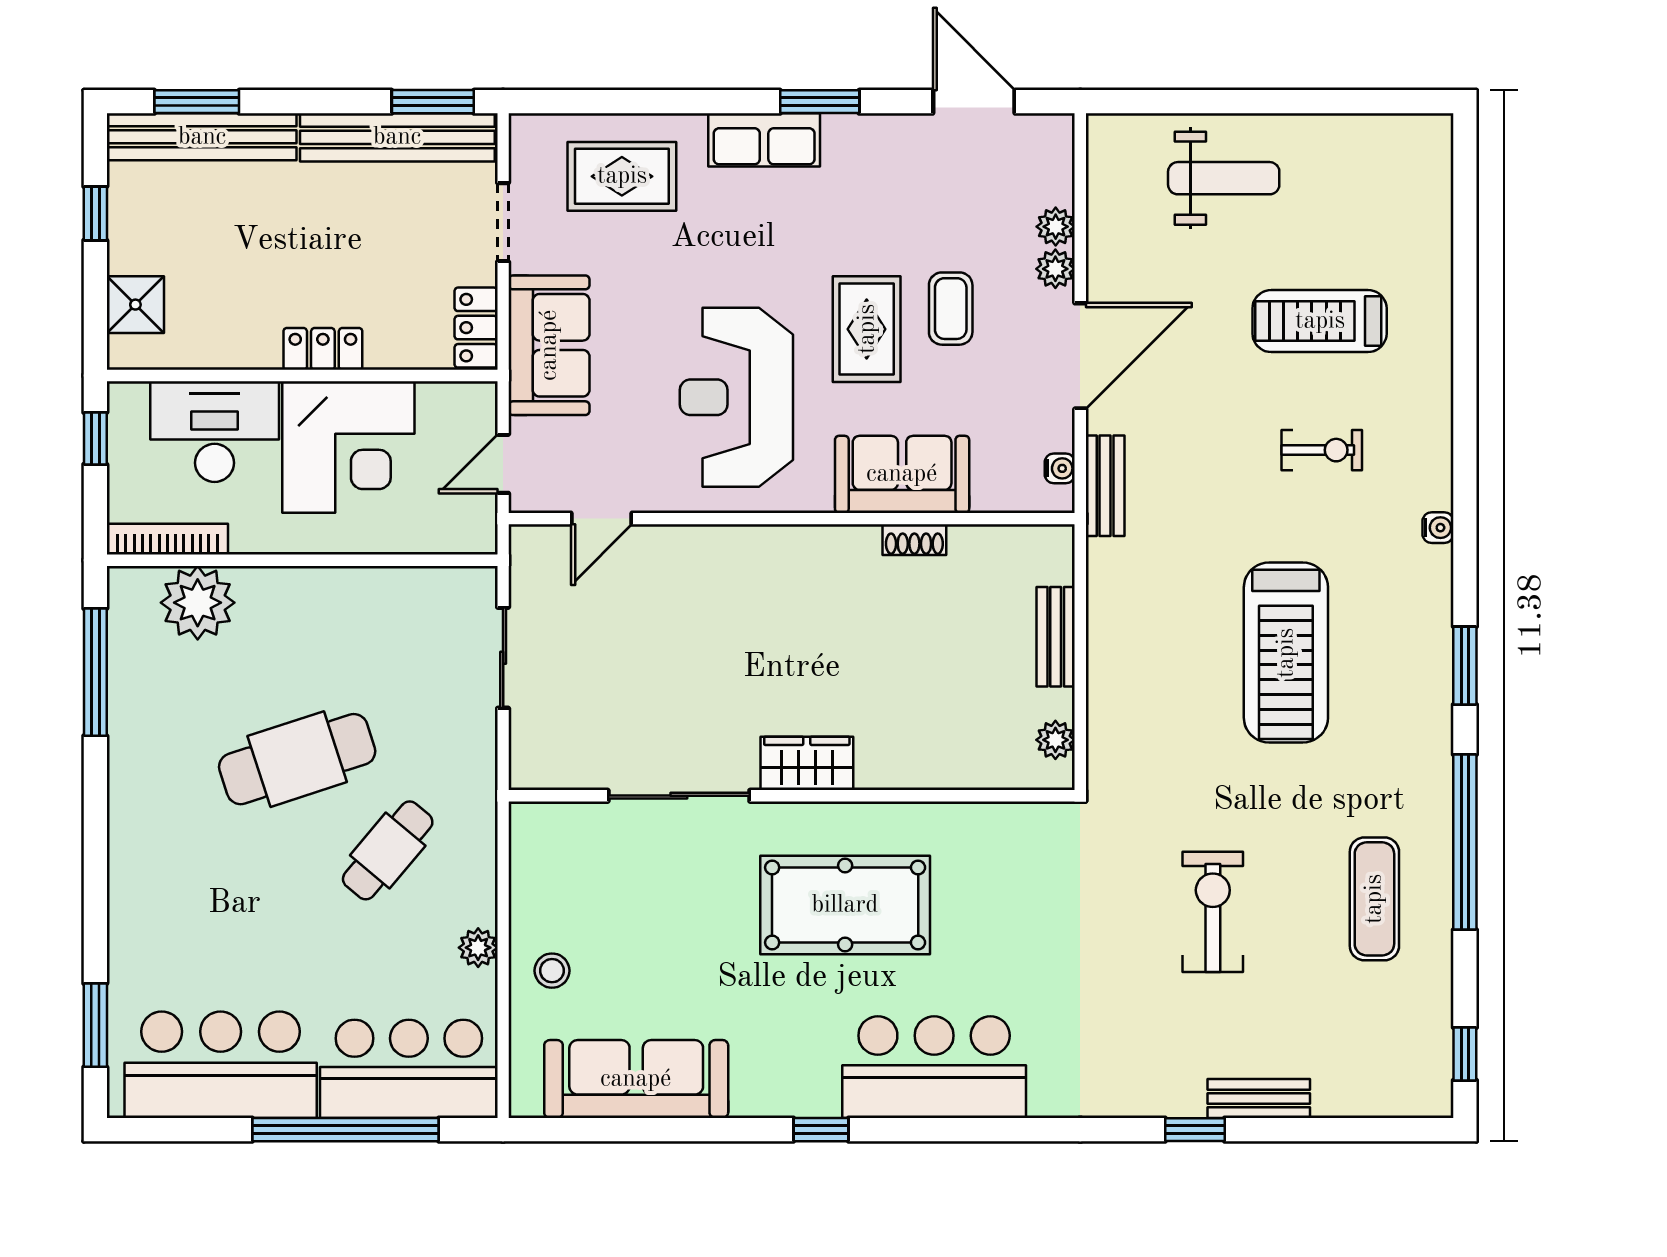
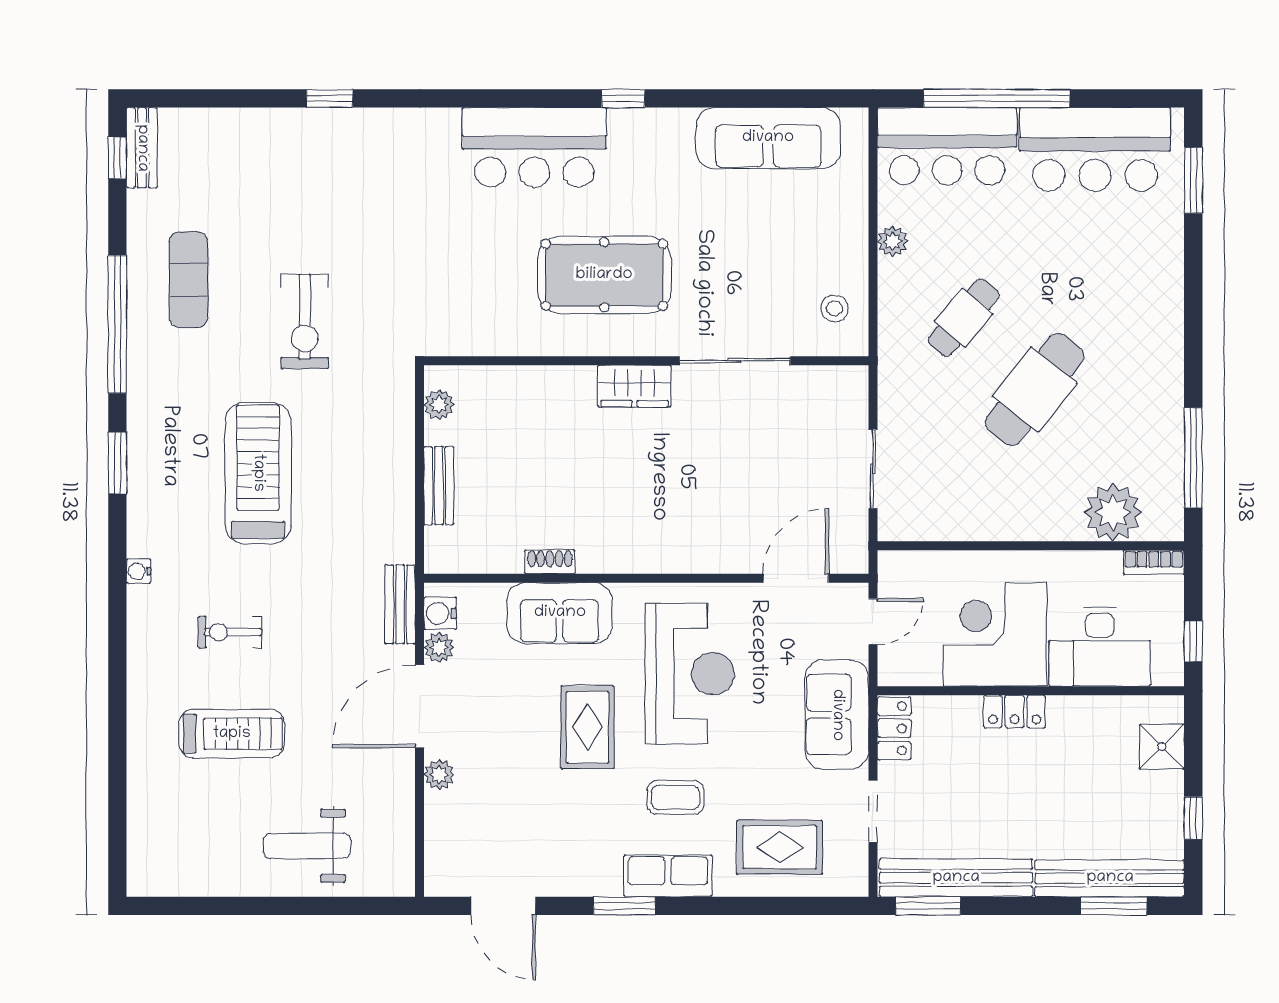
plant: (1056, 227) -> (439, 647), moved
coffee table: (951, 309) -> (676, 797), moved, turned 90
water cooler: (1060, 468) -> (440, 613), width x1.38, depth x1.38
door: (601, 519) -> (796, 578), width x1.38
bookcase: (167, 539) -> (1154, 562), width x0.64
cafe table: (297, 759) -> (1035, 389), turned -34
exercise bike: (1213, 912) -> (305, 321), moved
stool: (552, 971) -> (835, 308), moved
bench: (1259, 1098) -> (142, 148), moved, turned 90

